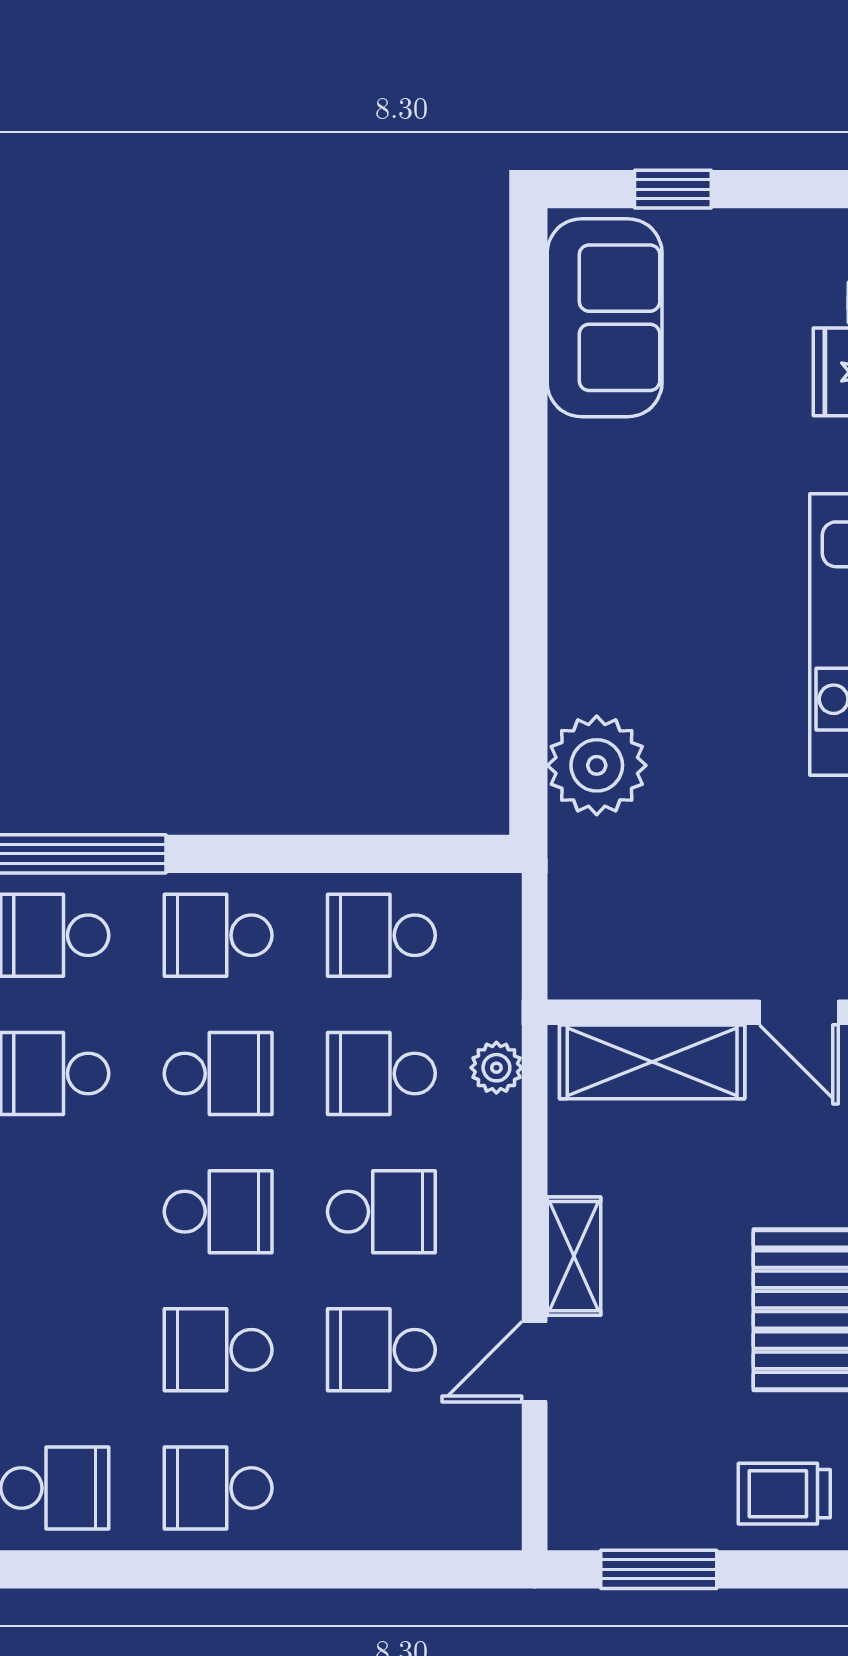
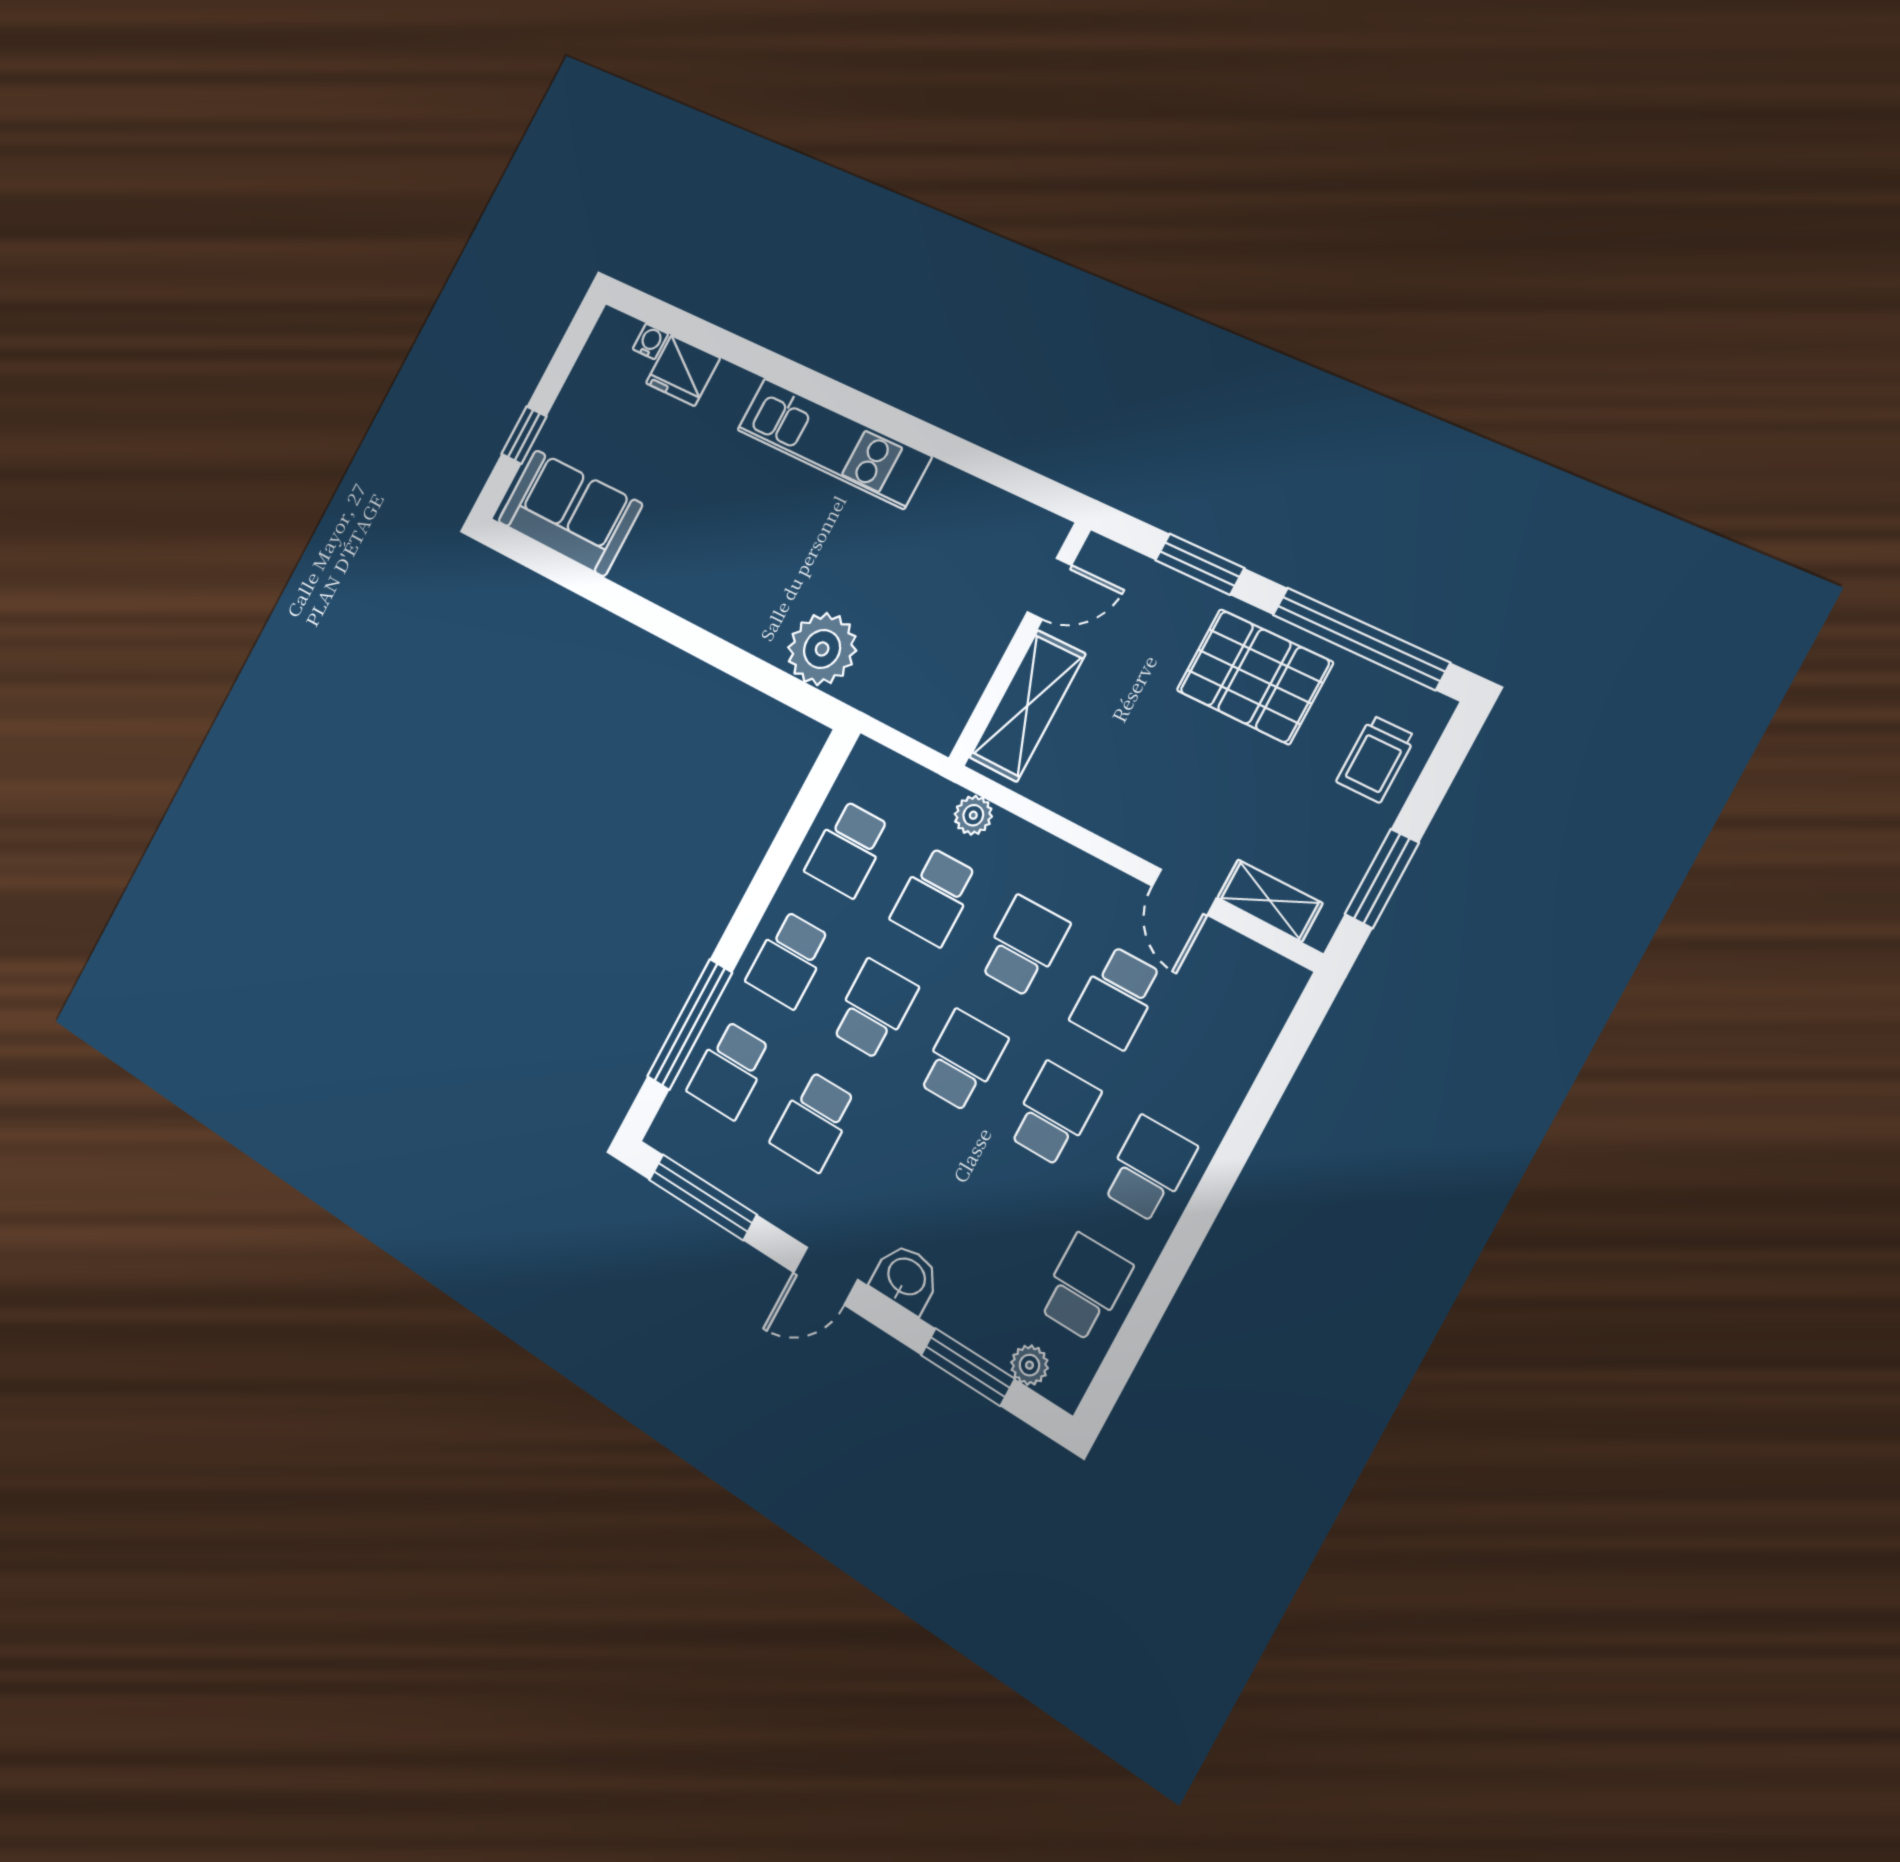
shelving: (574, 1256) -> (1270, 900), moved
school desk: (218, 1350) -> (1054, 1114), turned 180
school desk: (218, 1488) -> (1149, 1169), turned 180

